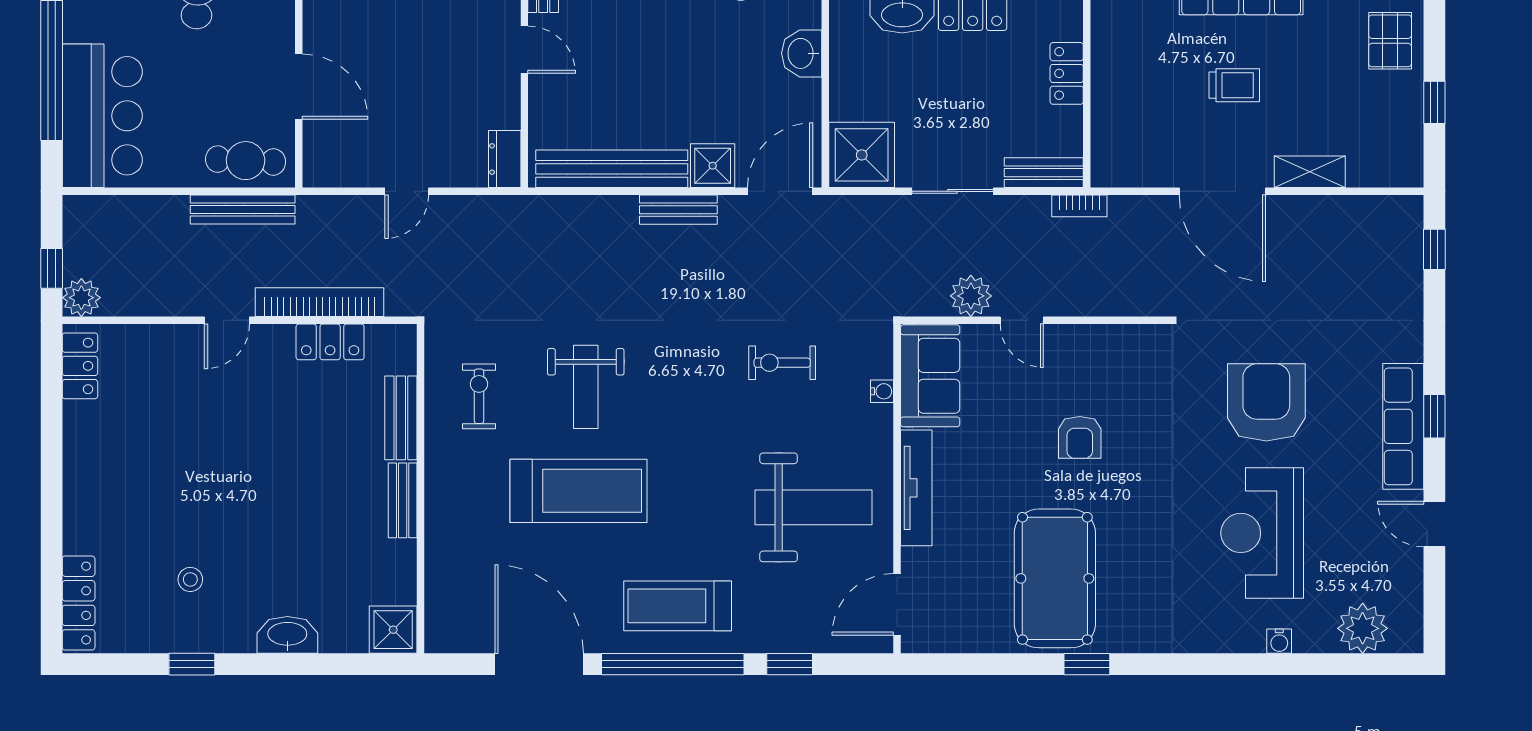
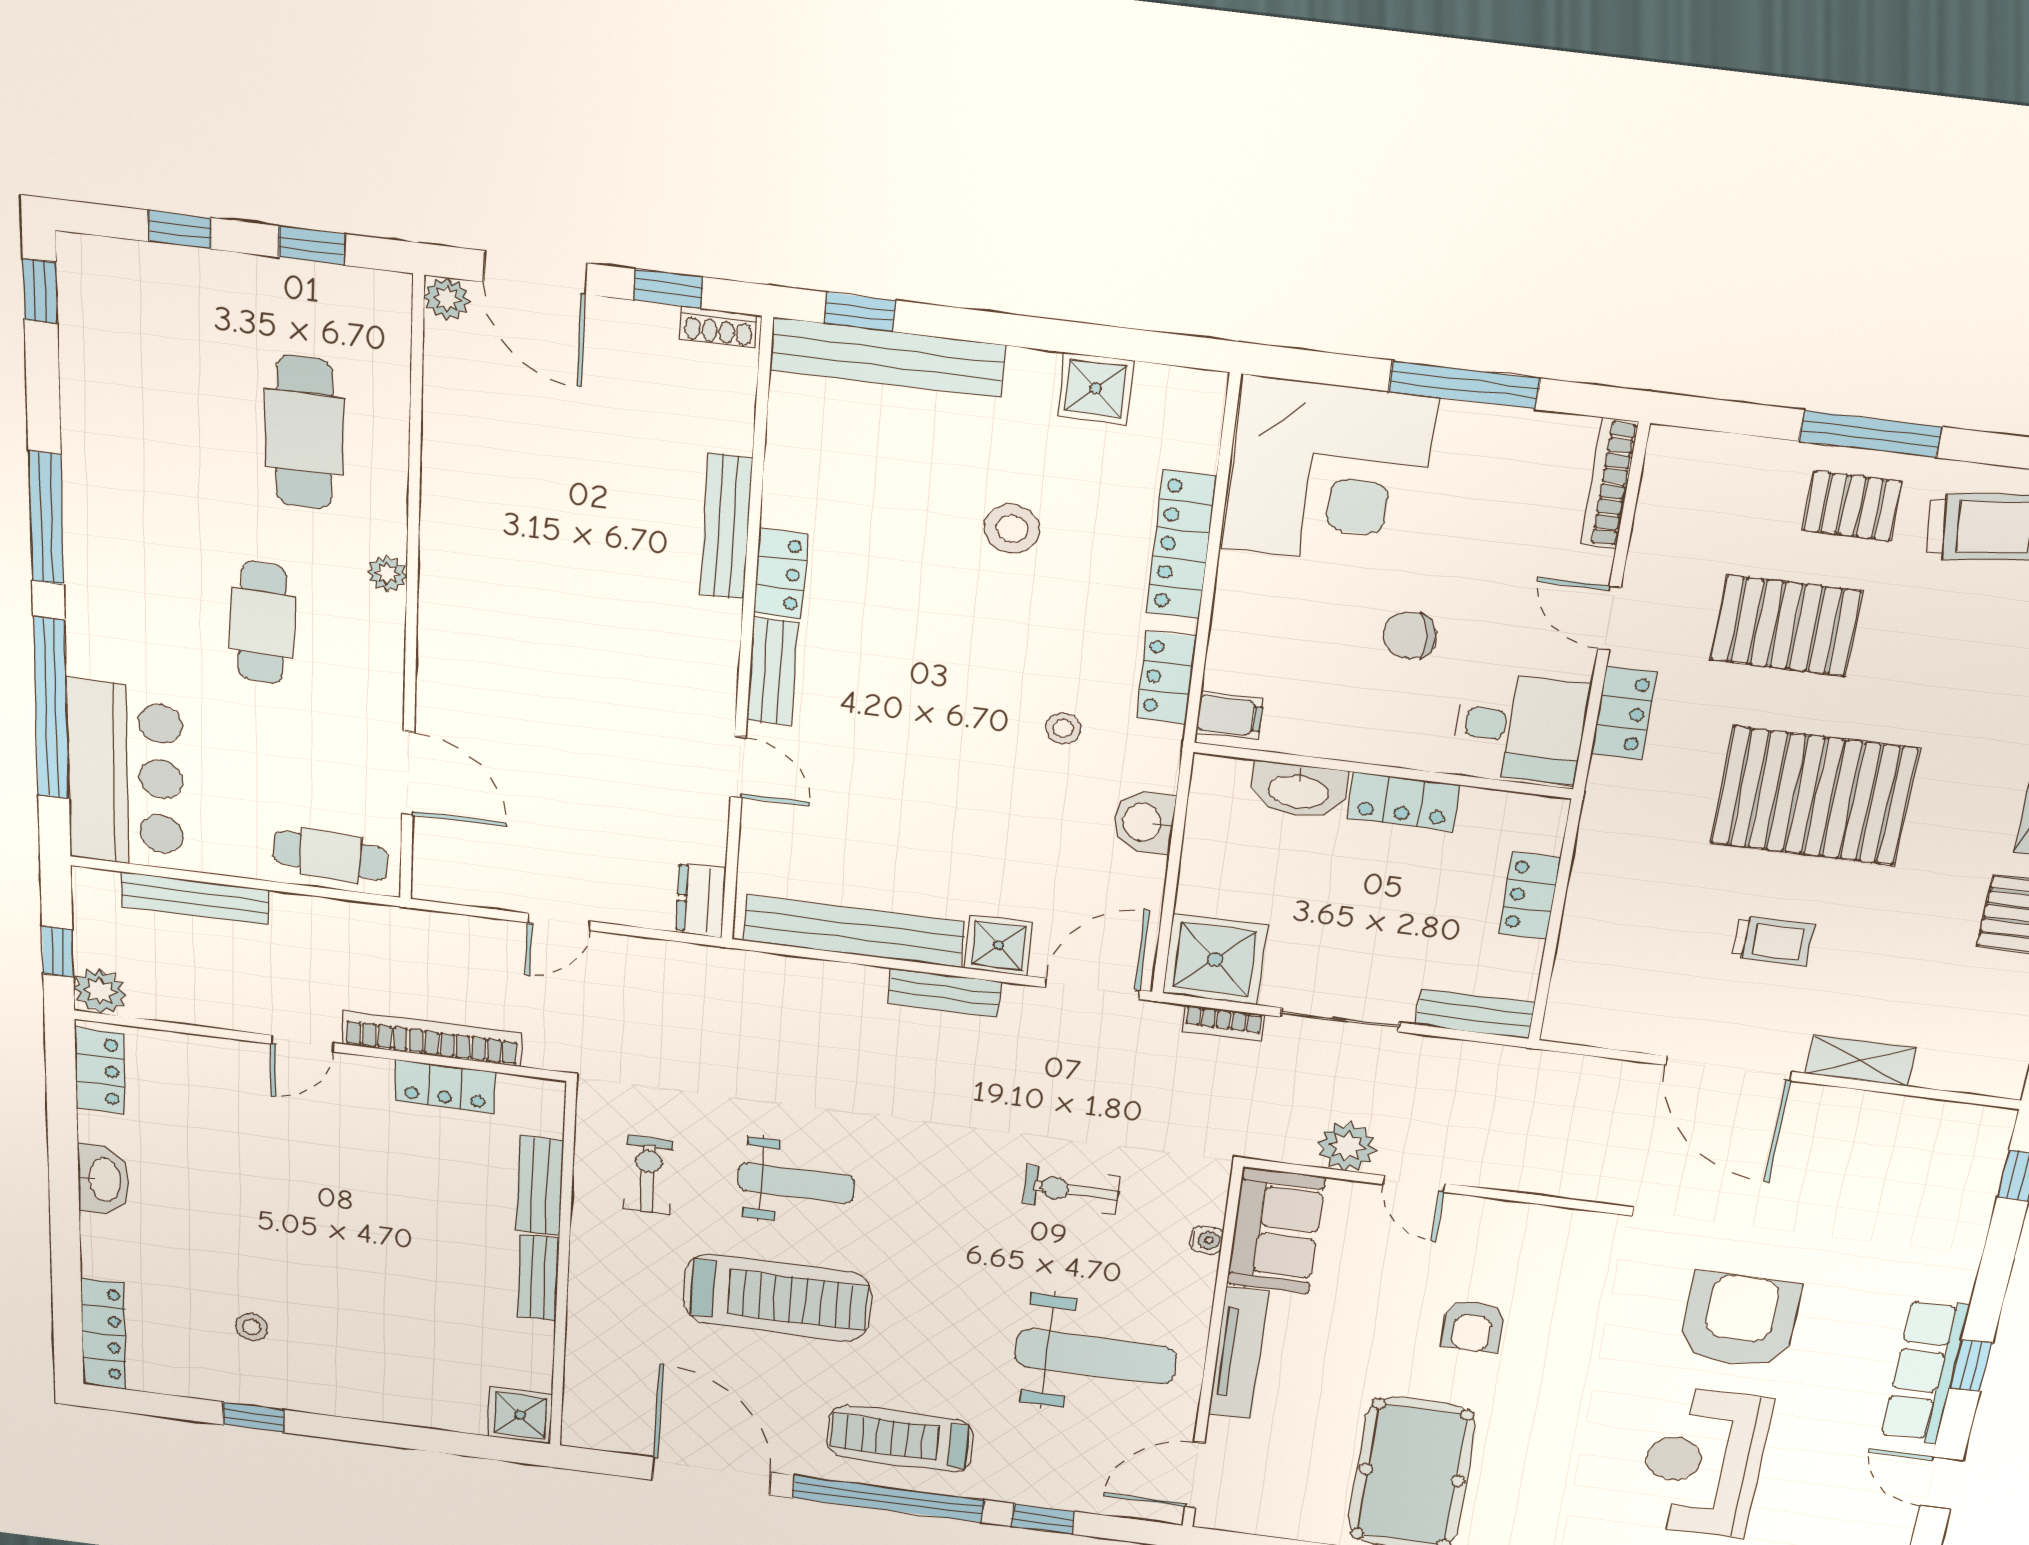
bookcase: (1079, 206) -> (1223, 1023), moved
bench: (243, 210) -> (195, 898), moved
weight bench: (586, 387) -> (796, 1183), turned -90
washbasin: (287, 635) -> (103, 1180), moved, turned 90

